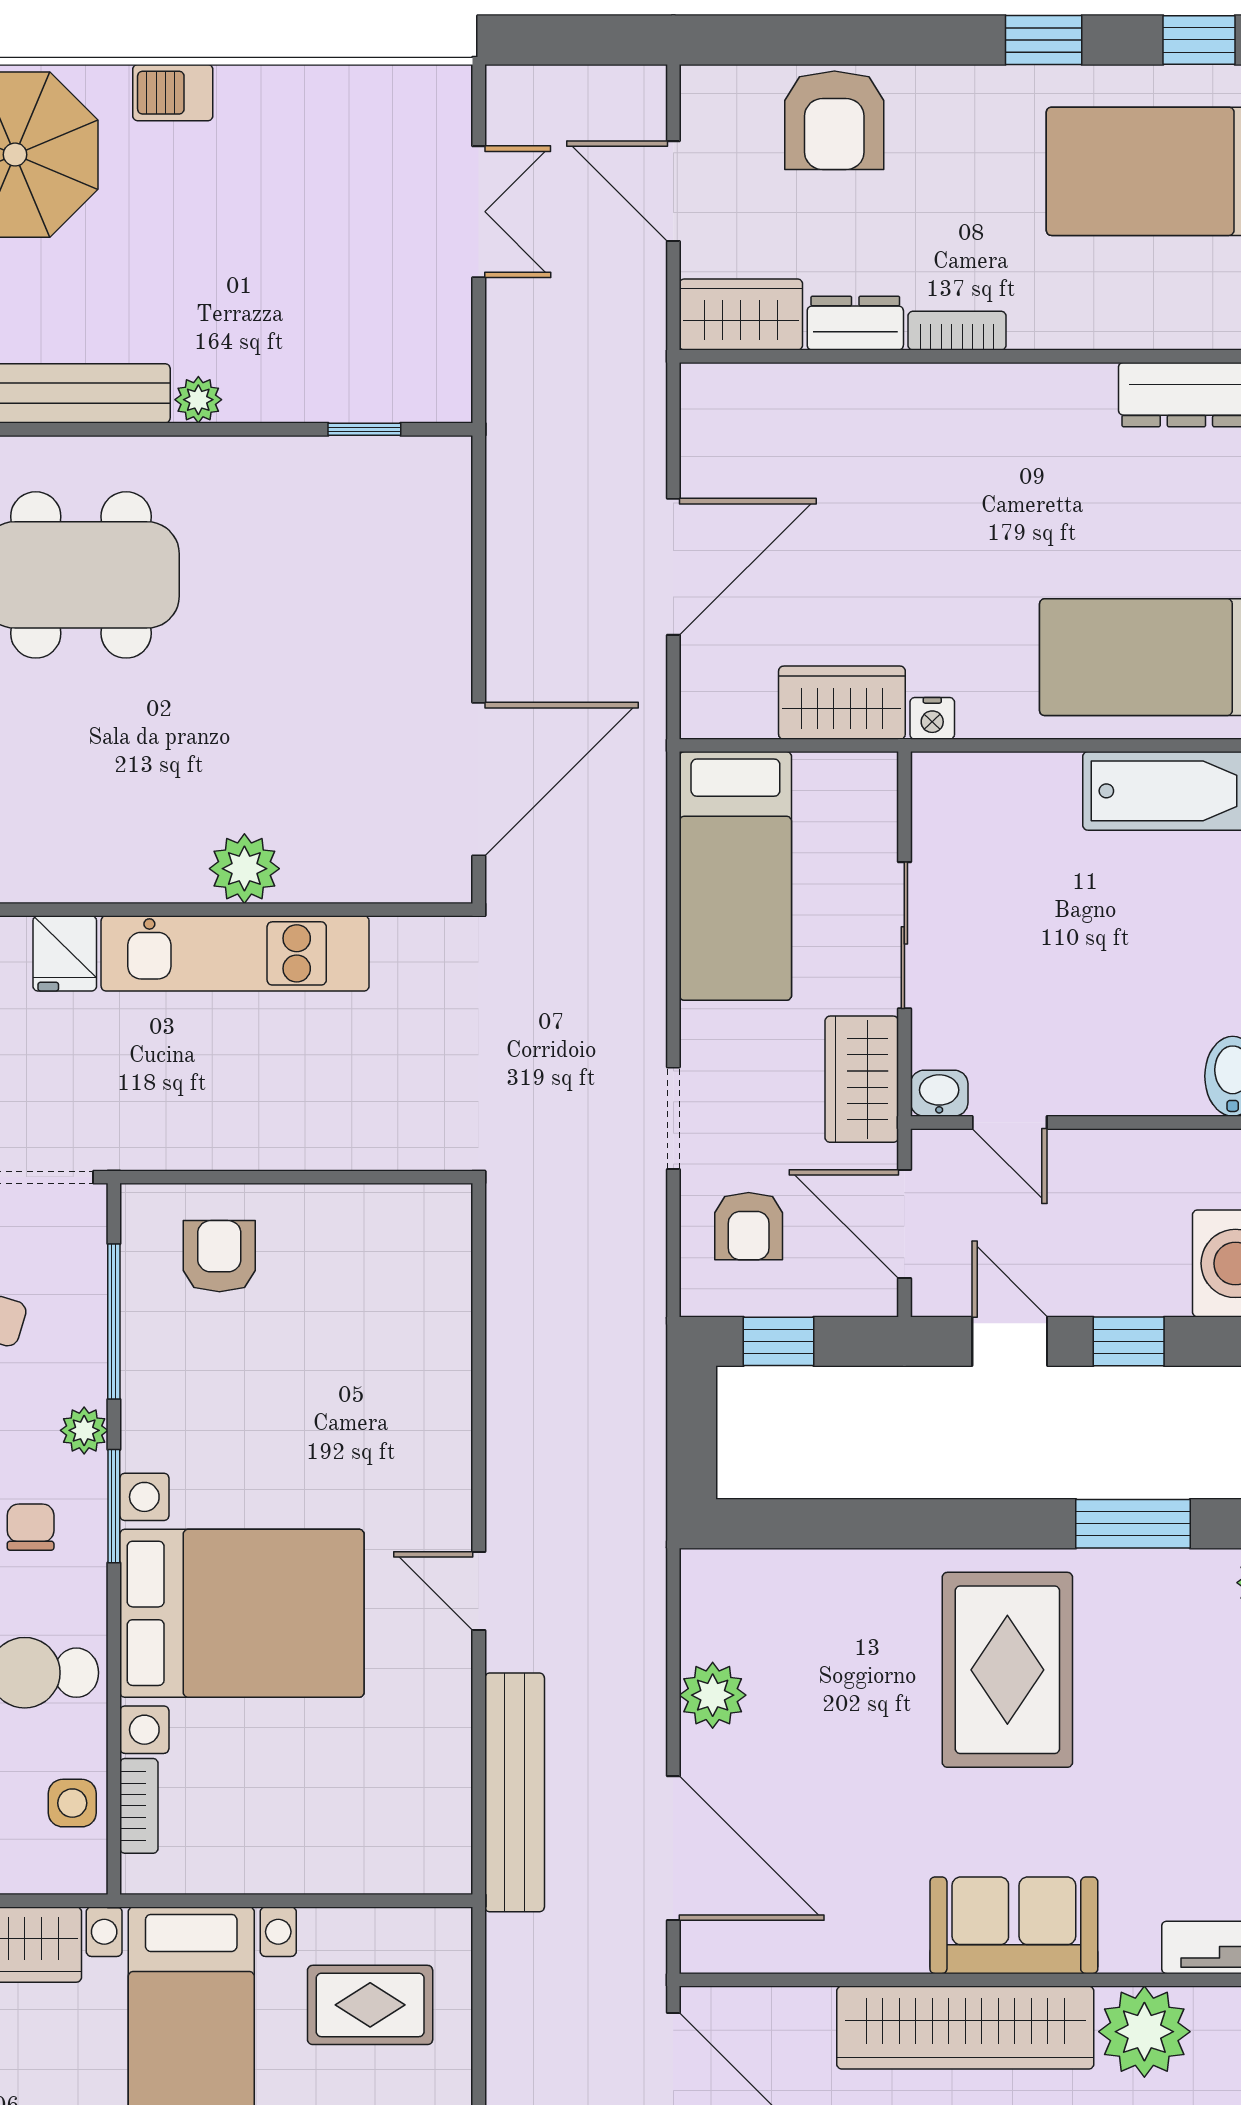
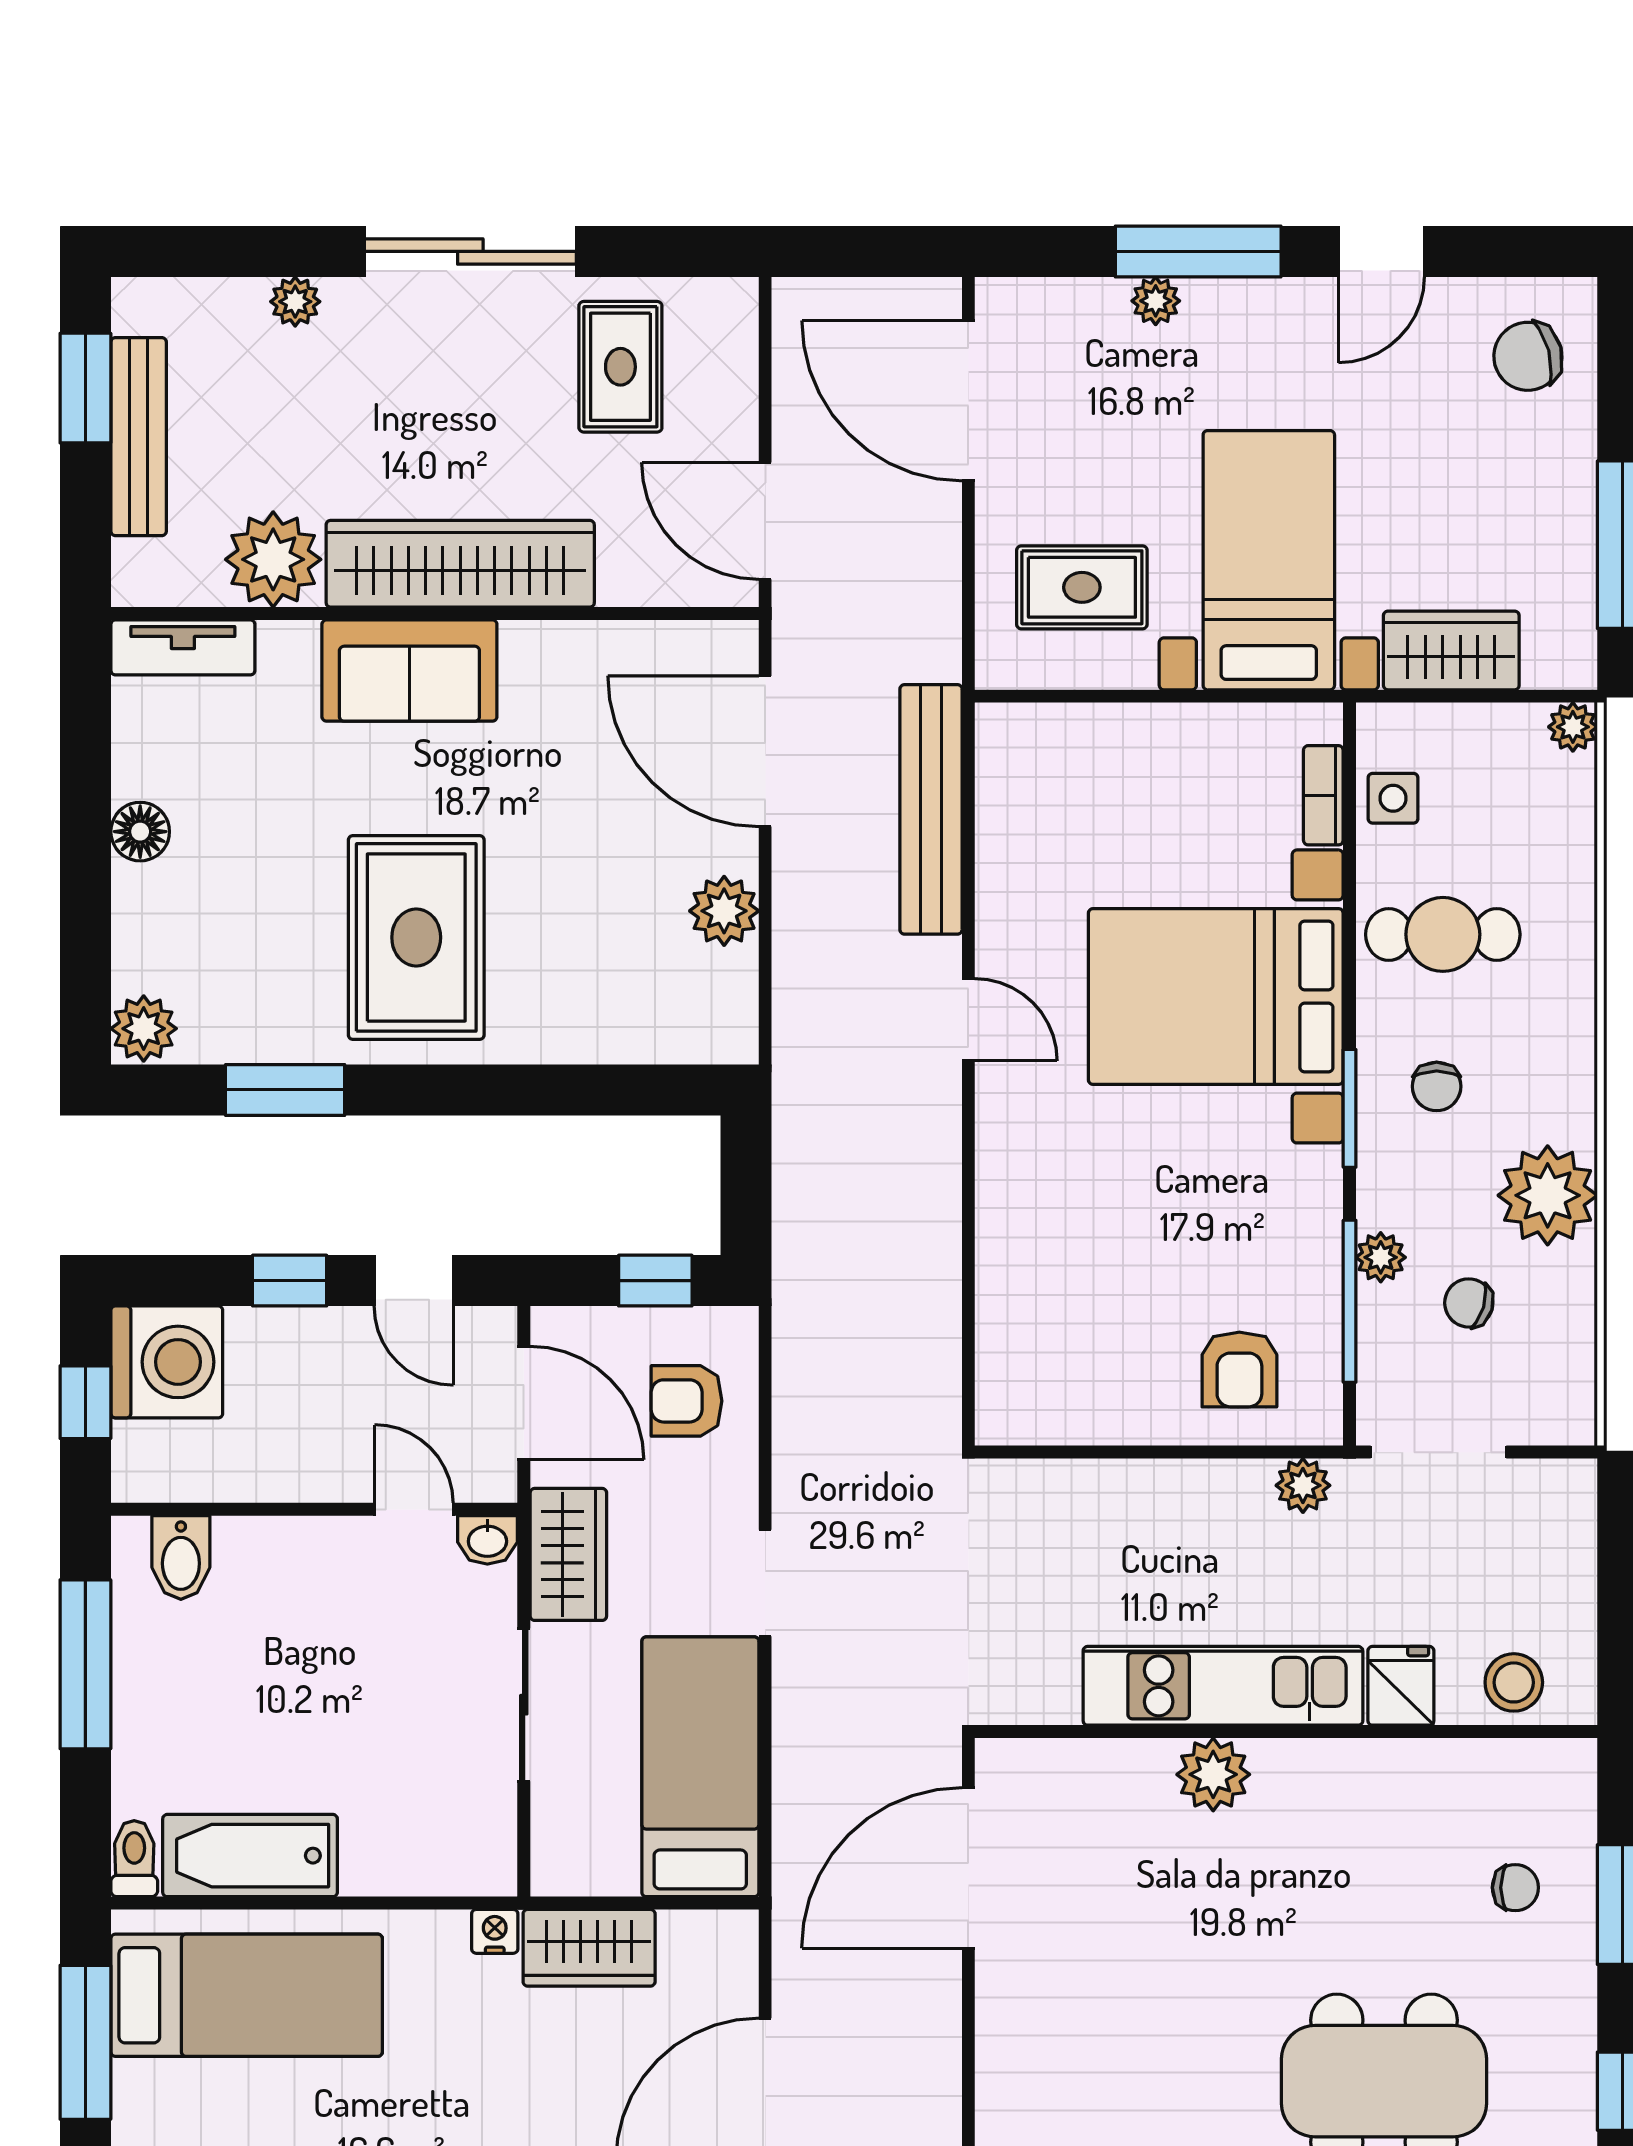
doorway: (673, 1118) -> (765, 1583), moved
plant: (159, 1145) -> (1303, 1485), added
armchair: (749, 1226) -> (687, 1401), turned -90
plant: (84, 1430) -> (1381, 1257), moved

